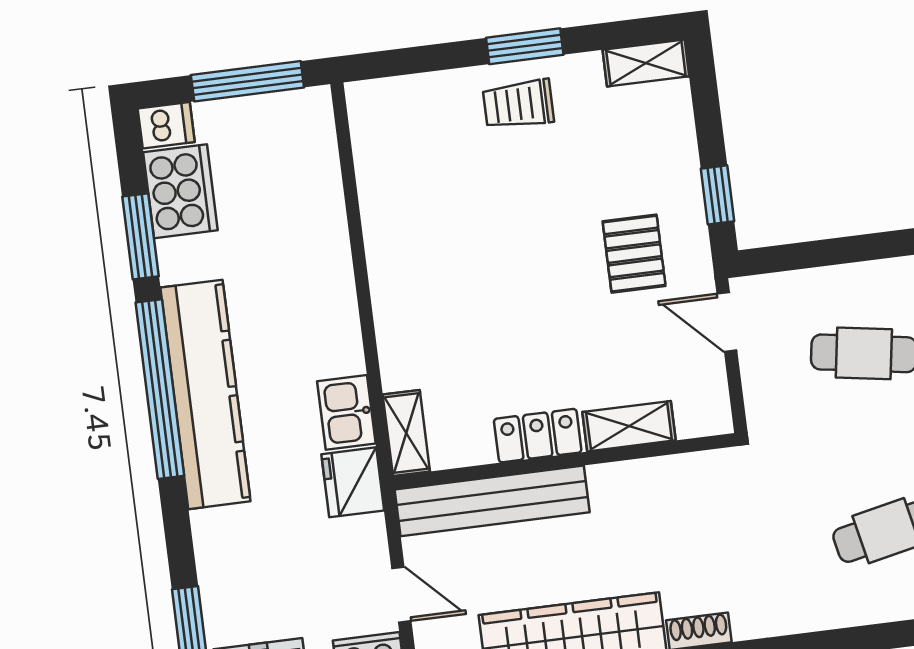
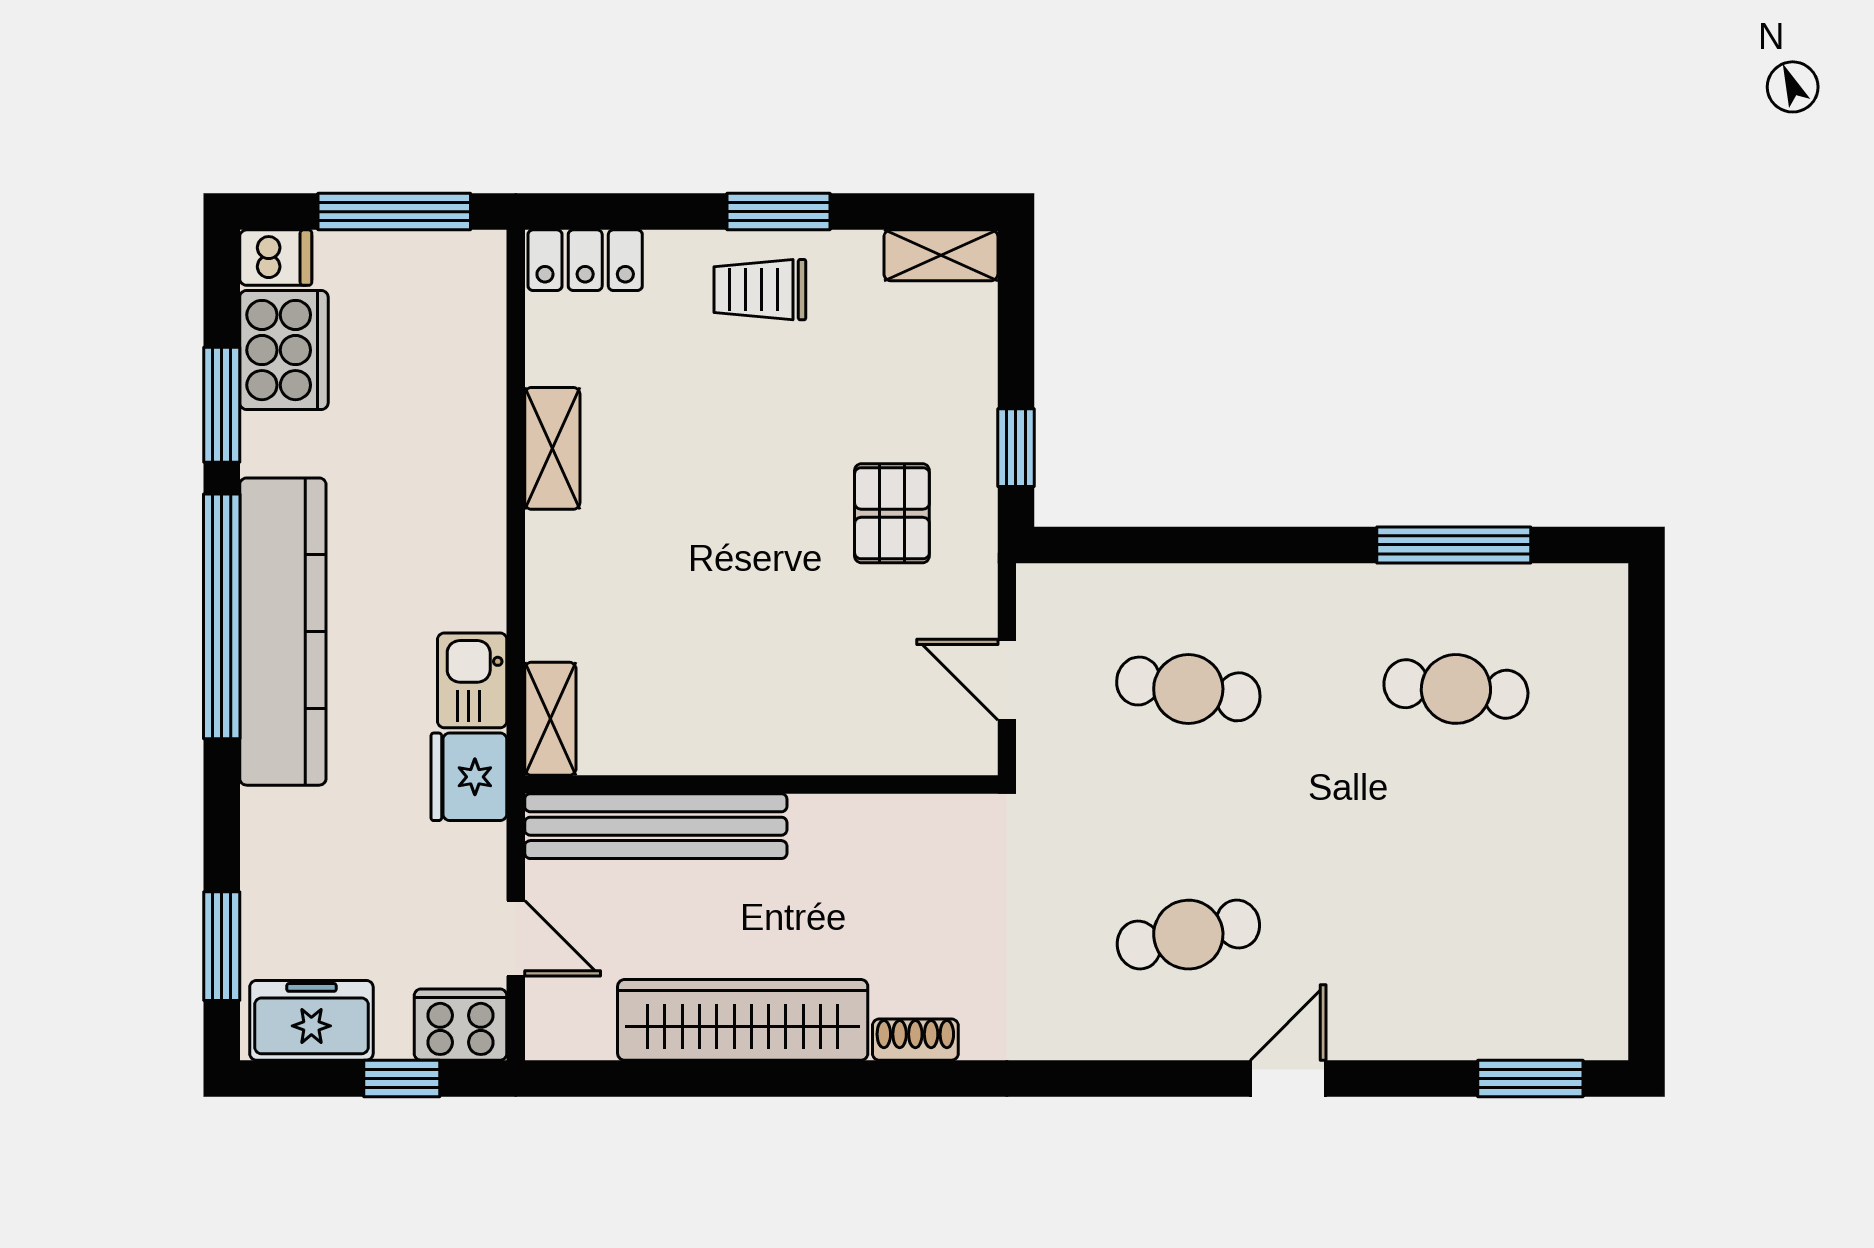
door: (727, 322) -> (1007, 680), moved
shelving: (629, 426) -> (552, 448), moved, turned 90
locker: (538, 436) -> (585, 260), moved, turned 180

